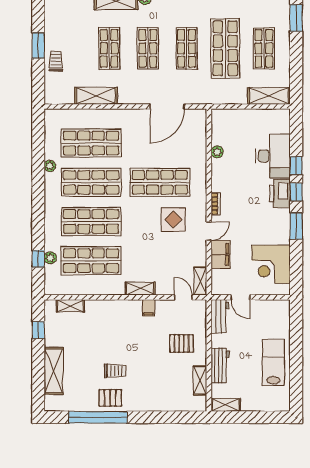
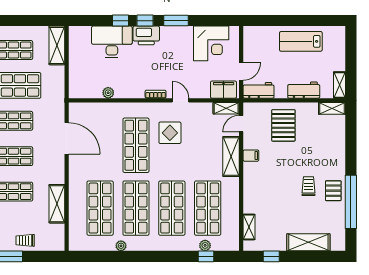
filing cabinet: (221, 254) -> (224, 90), moved
shelving: (140, 288) -> (231, 156), width x1.50, depth x1.33
pallet: (181, 343) -> (283, 125), width x1.50, depth x1.42
shelving: (200, 380) -> (332, 108), moved

